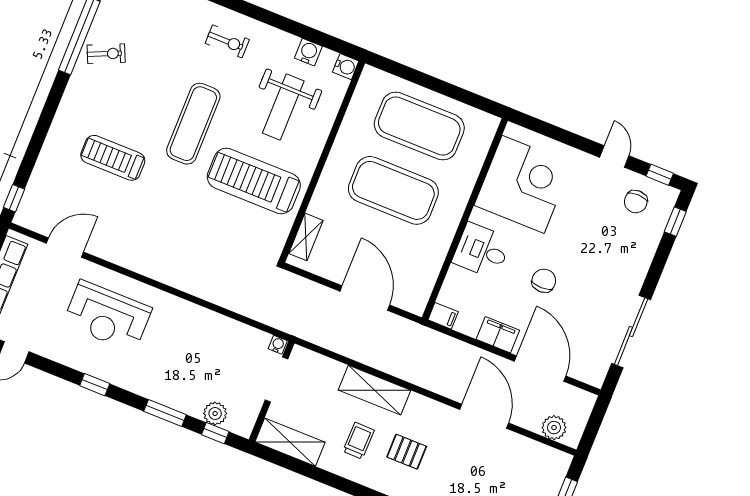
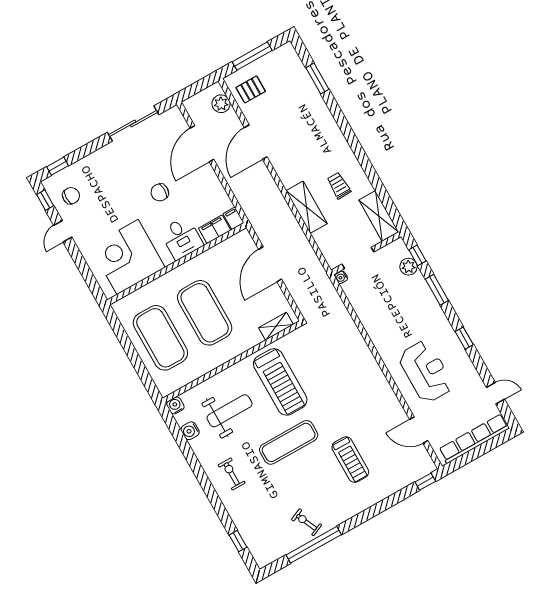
filing cabinet: (498, 335) -> (215, 229), moved, turned 90
trolley: (359, 441) -> (339, 186), turned 88
pallet: (407, 452) -> (251, 89), moved, turned 90

